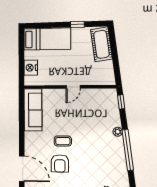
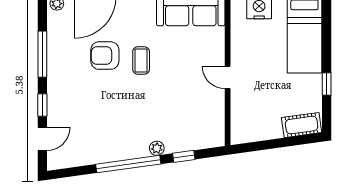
cot: (101, 44) -> (302, 125), width x0.73, depth x0.75
window: (121, 102) -> (184, 156), moved

